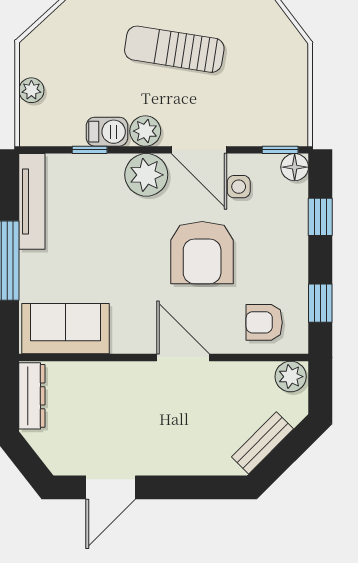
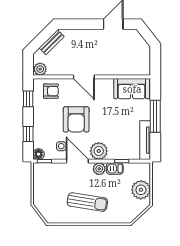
plant: (31, 90) -> (141, 190), width x1.88, depth x1.88
armchair: (202, 253) -> (76, 119), turned 180
dresser: (32, 396) -> (145, 61), removed

